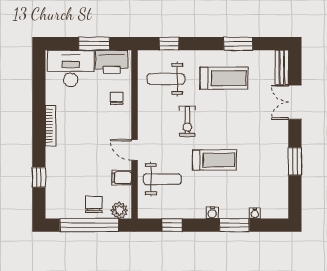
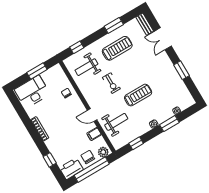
printer: (112, 62) -> (71, 169), moved, turned 180

